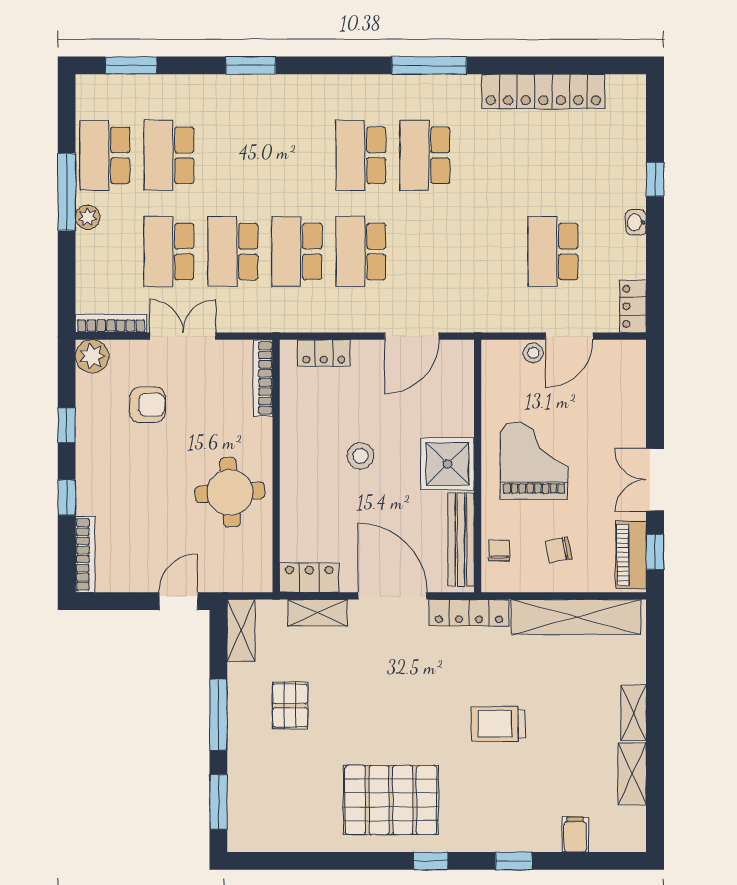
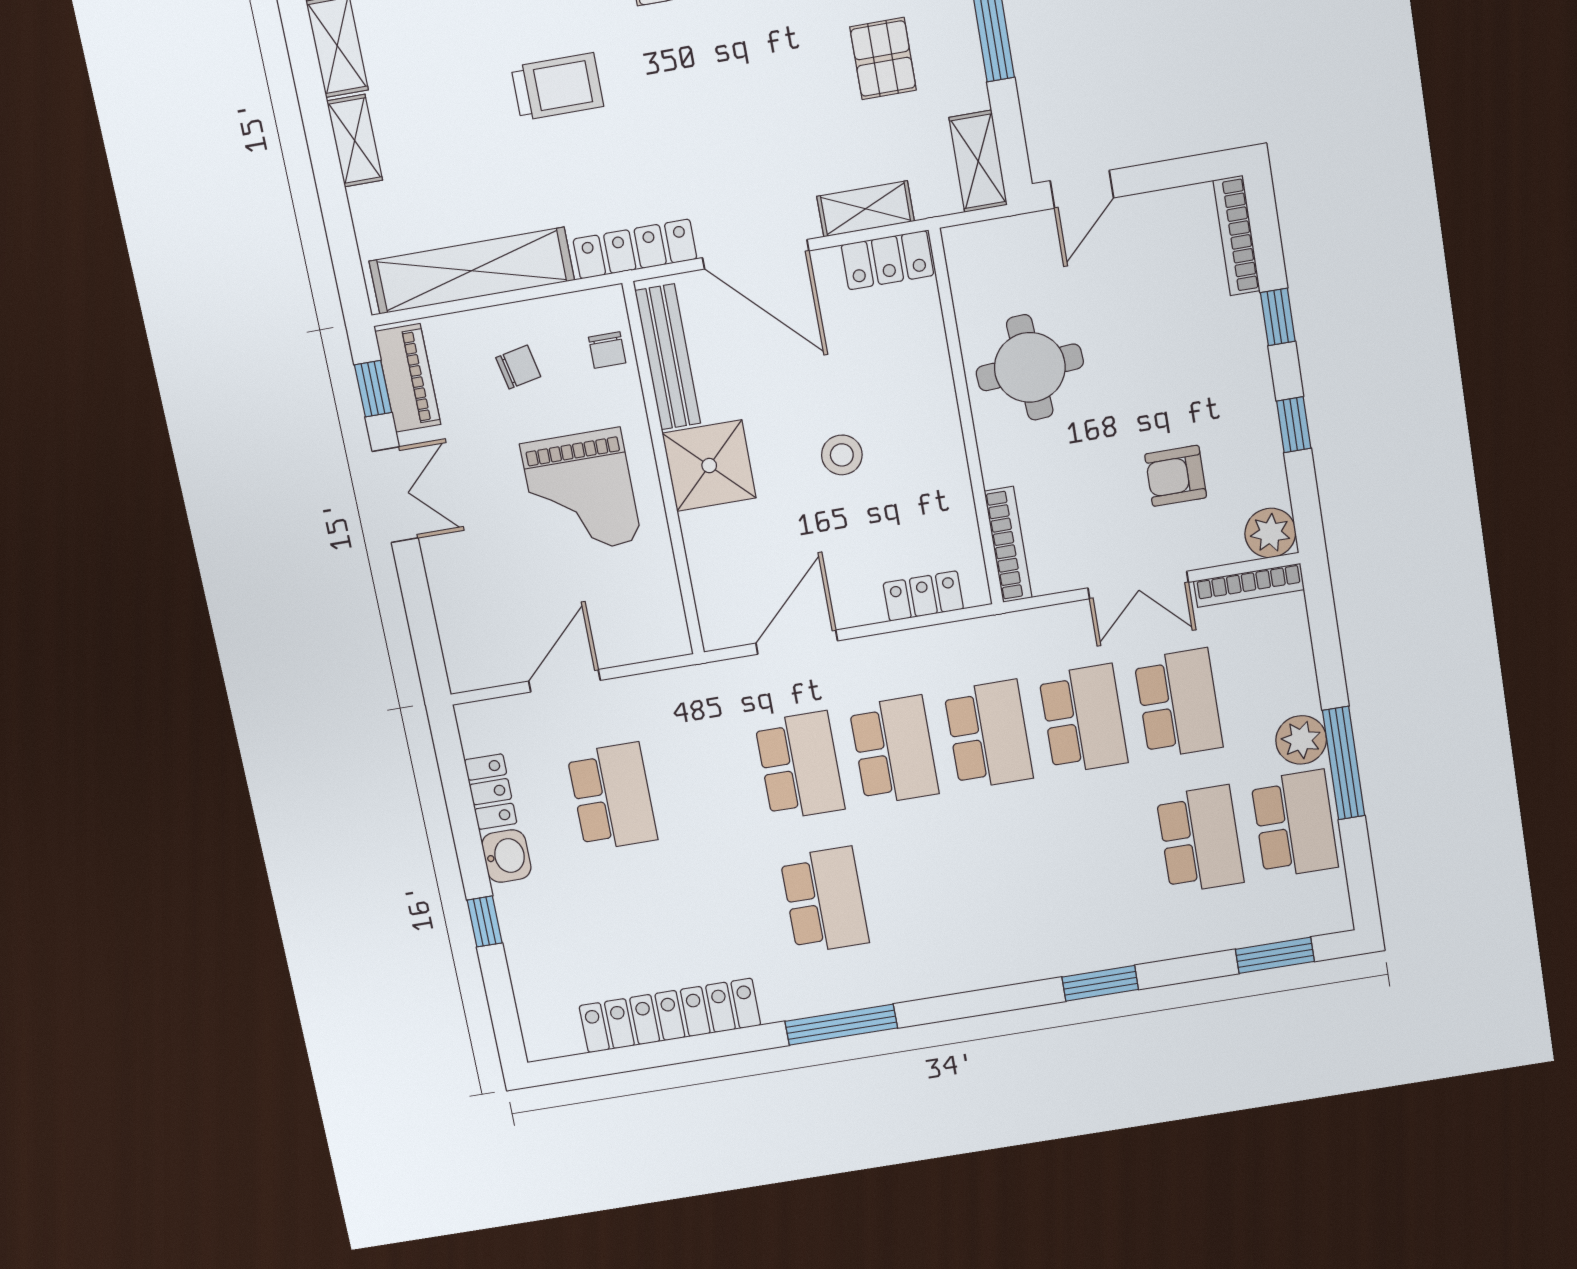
school desk: (361, 155) -> (800, 766), moved
plant: (88, 217) -> (1301, 740), width x1.38, depth x1.38
washbasin: (636, 222) -> (506, 856), width x1.38, depth x1.45
locker: (633, 306) -> (491, 792), moved
stool: (533, 353) -> (613, 648), removed

